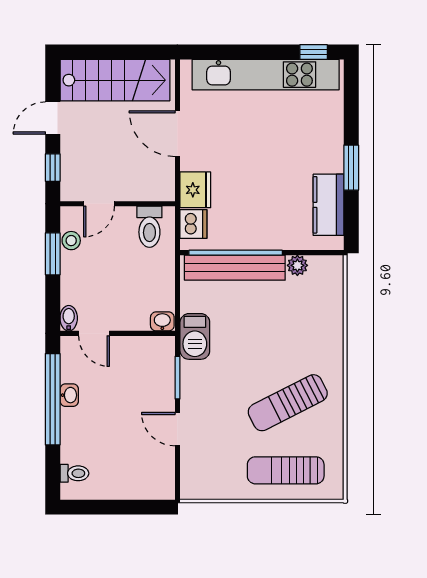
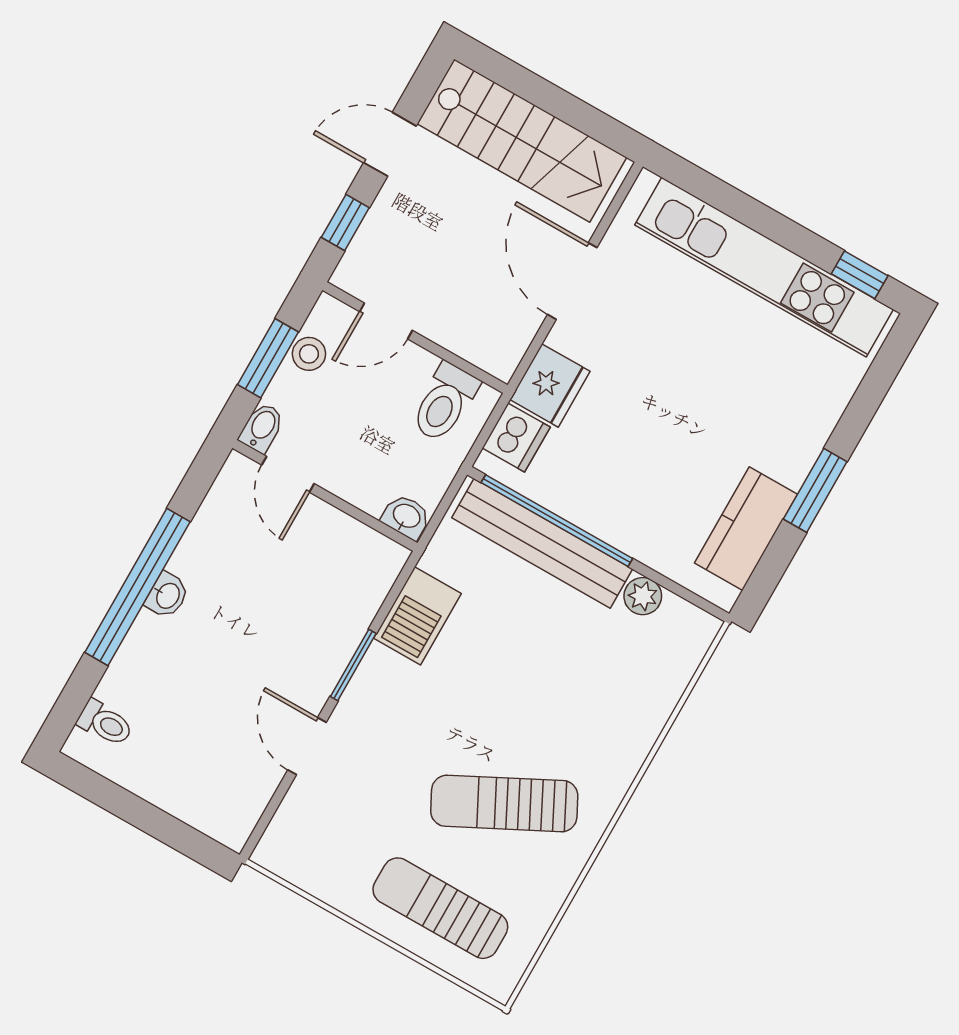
bidet: (69, 318) -> (262, 428), moved
washbasin: (162, 321) -> (406, 517), moved
door: (94, 333) -> (288, 474), moved
wall: (118, 333) -> (325, 495), moved

